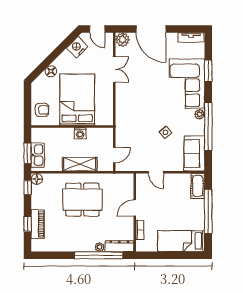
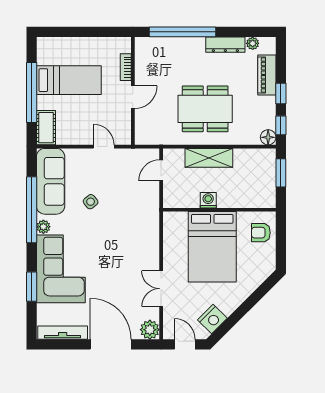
tv unit: (191, 37) -> (63, 333), width x1.41
floor lamp: (51, 71) -> (249, 286), removed
sofa: (194, 153) -> (51, 181), width x1.36
kitchen sink: (38, 155) -> (267, 170), removed
window: (28, 224) -> (281, 93), moved
bed: (181, 241) -> (69, 80), moved
dresser: (119, 246) -> (225, 45), moved
plant: (100, 247) -> (253, 43), moved

